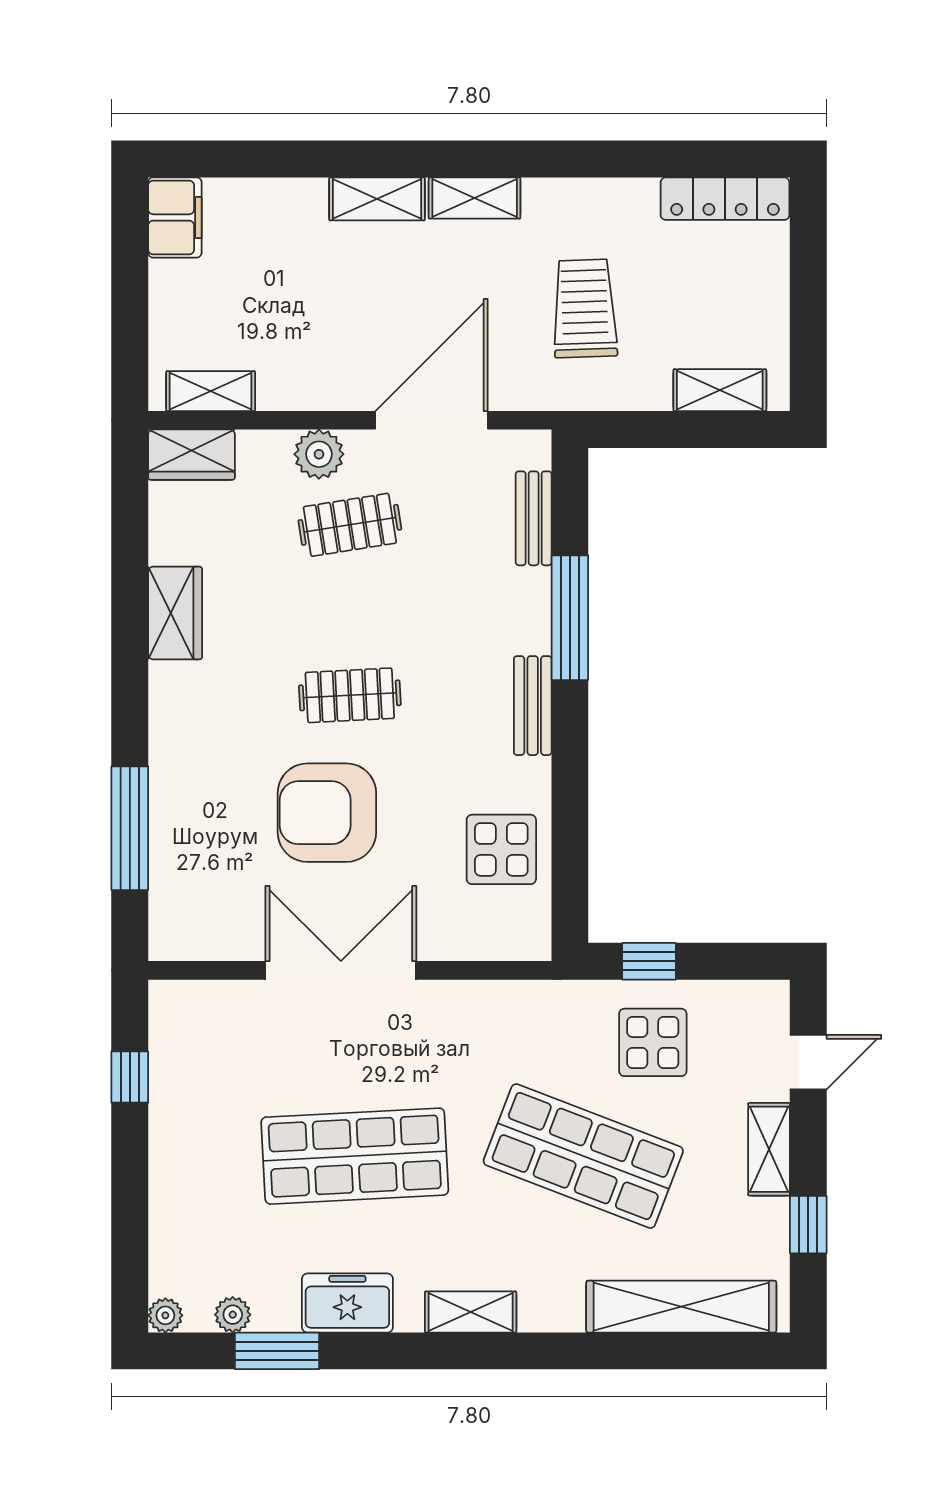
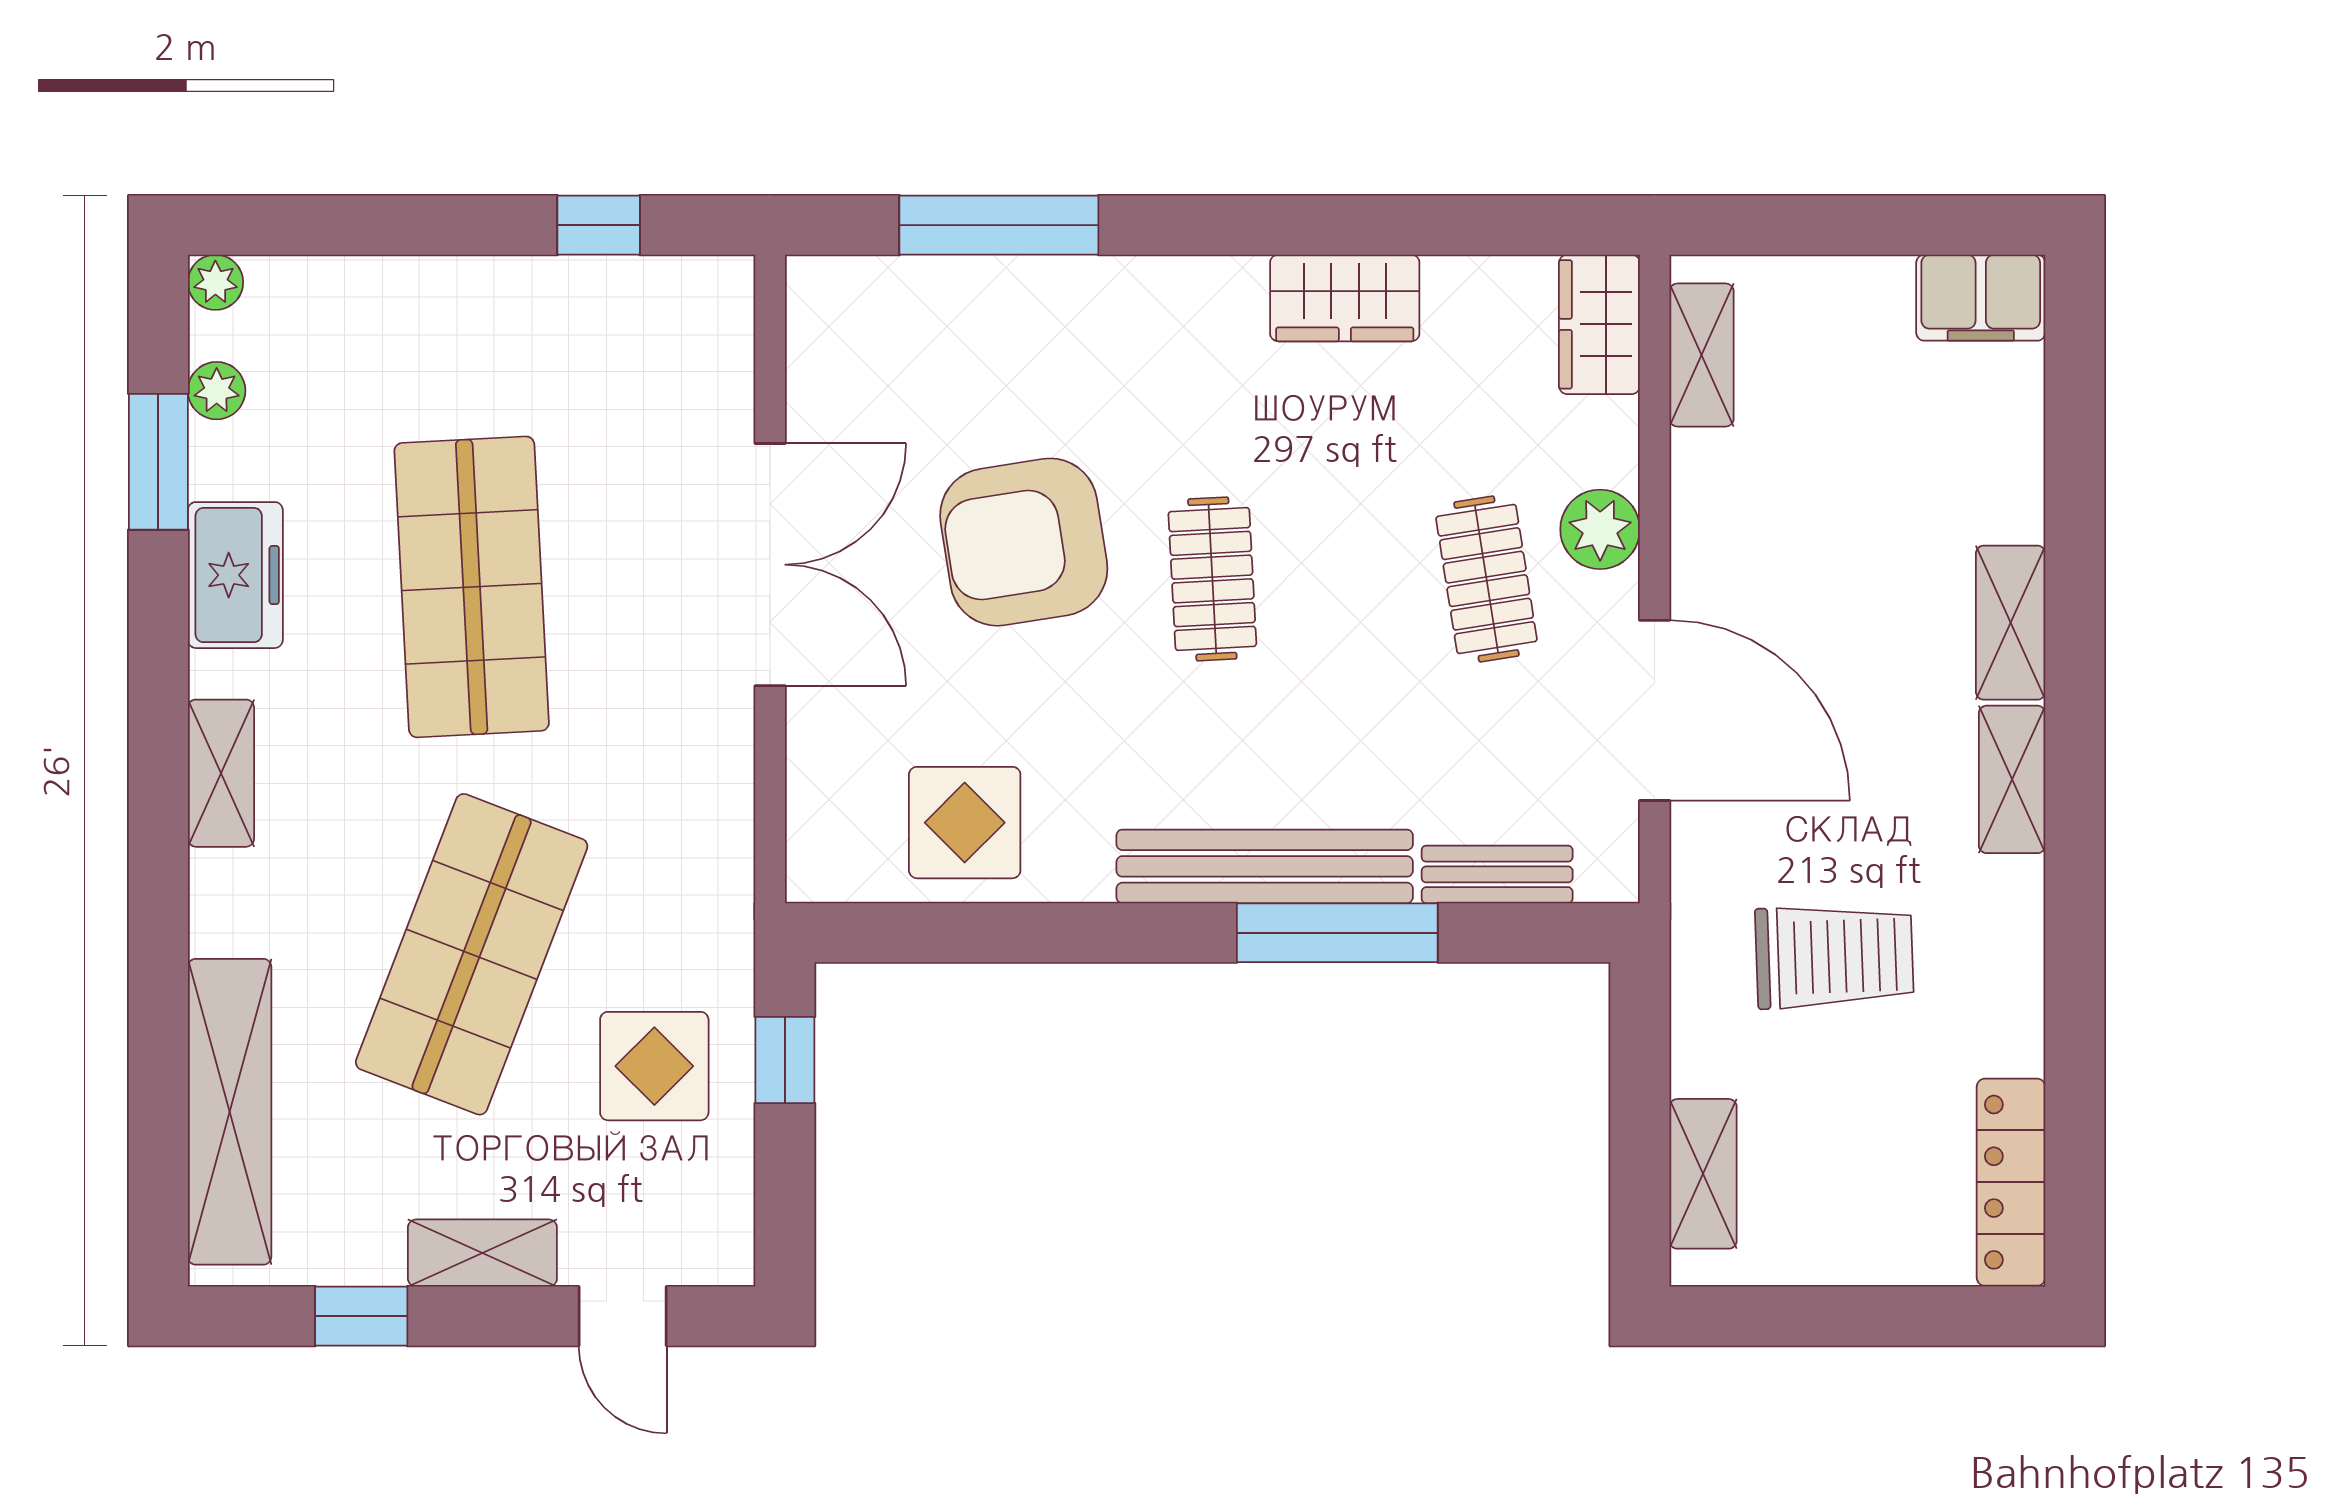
bench: (533, 706) -> (1265, 866), width x1.86, depth x1.21
armchair: (327, 813) -> (1024, 542), turned -99

